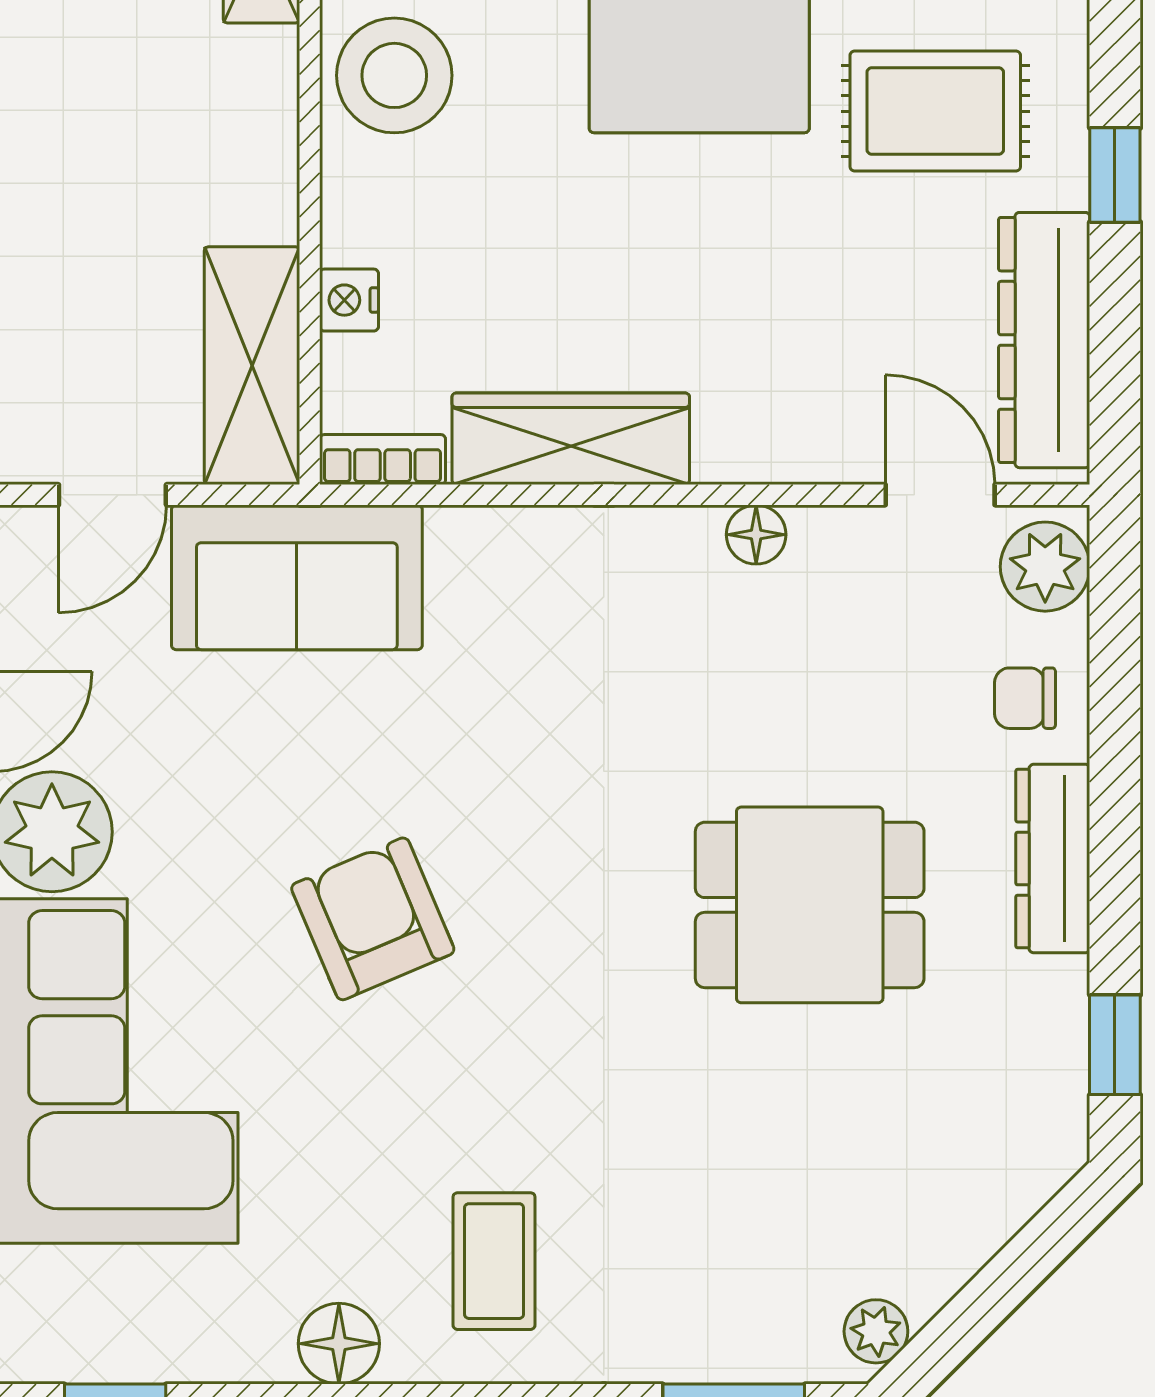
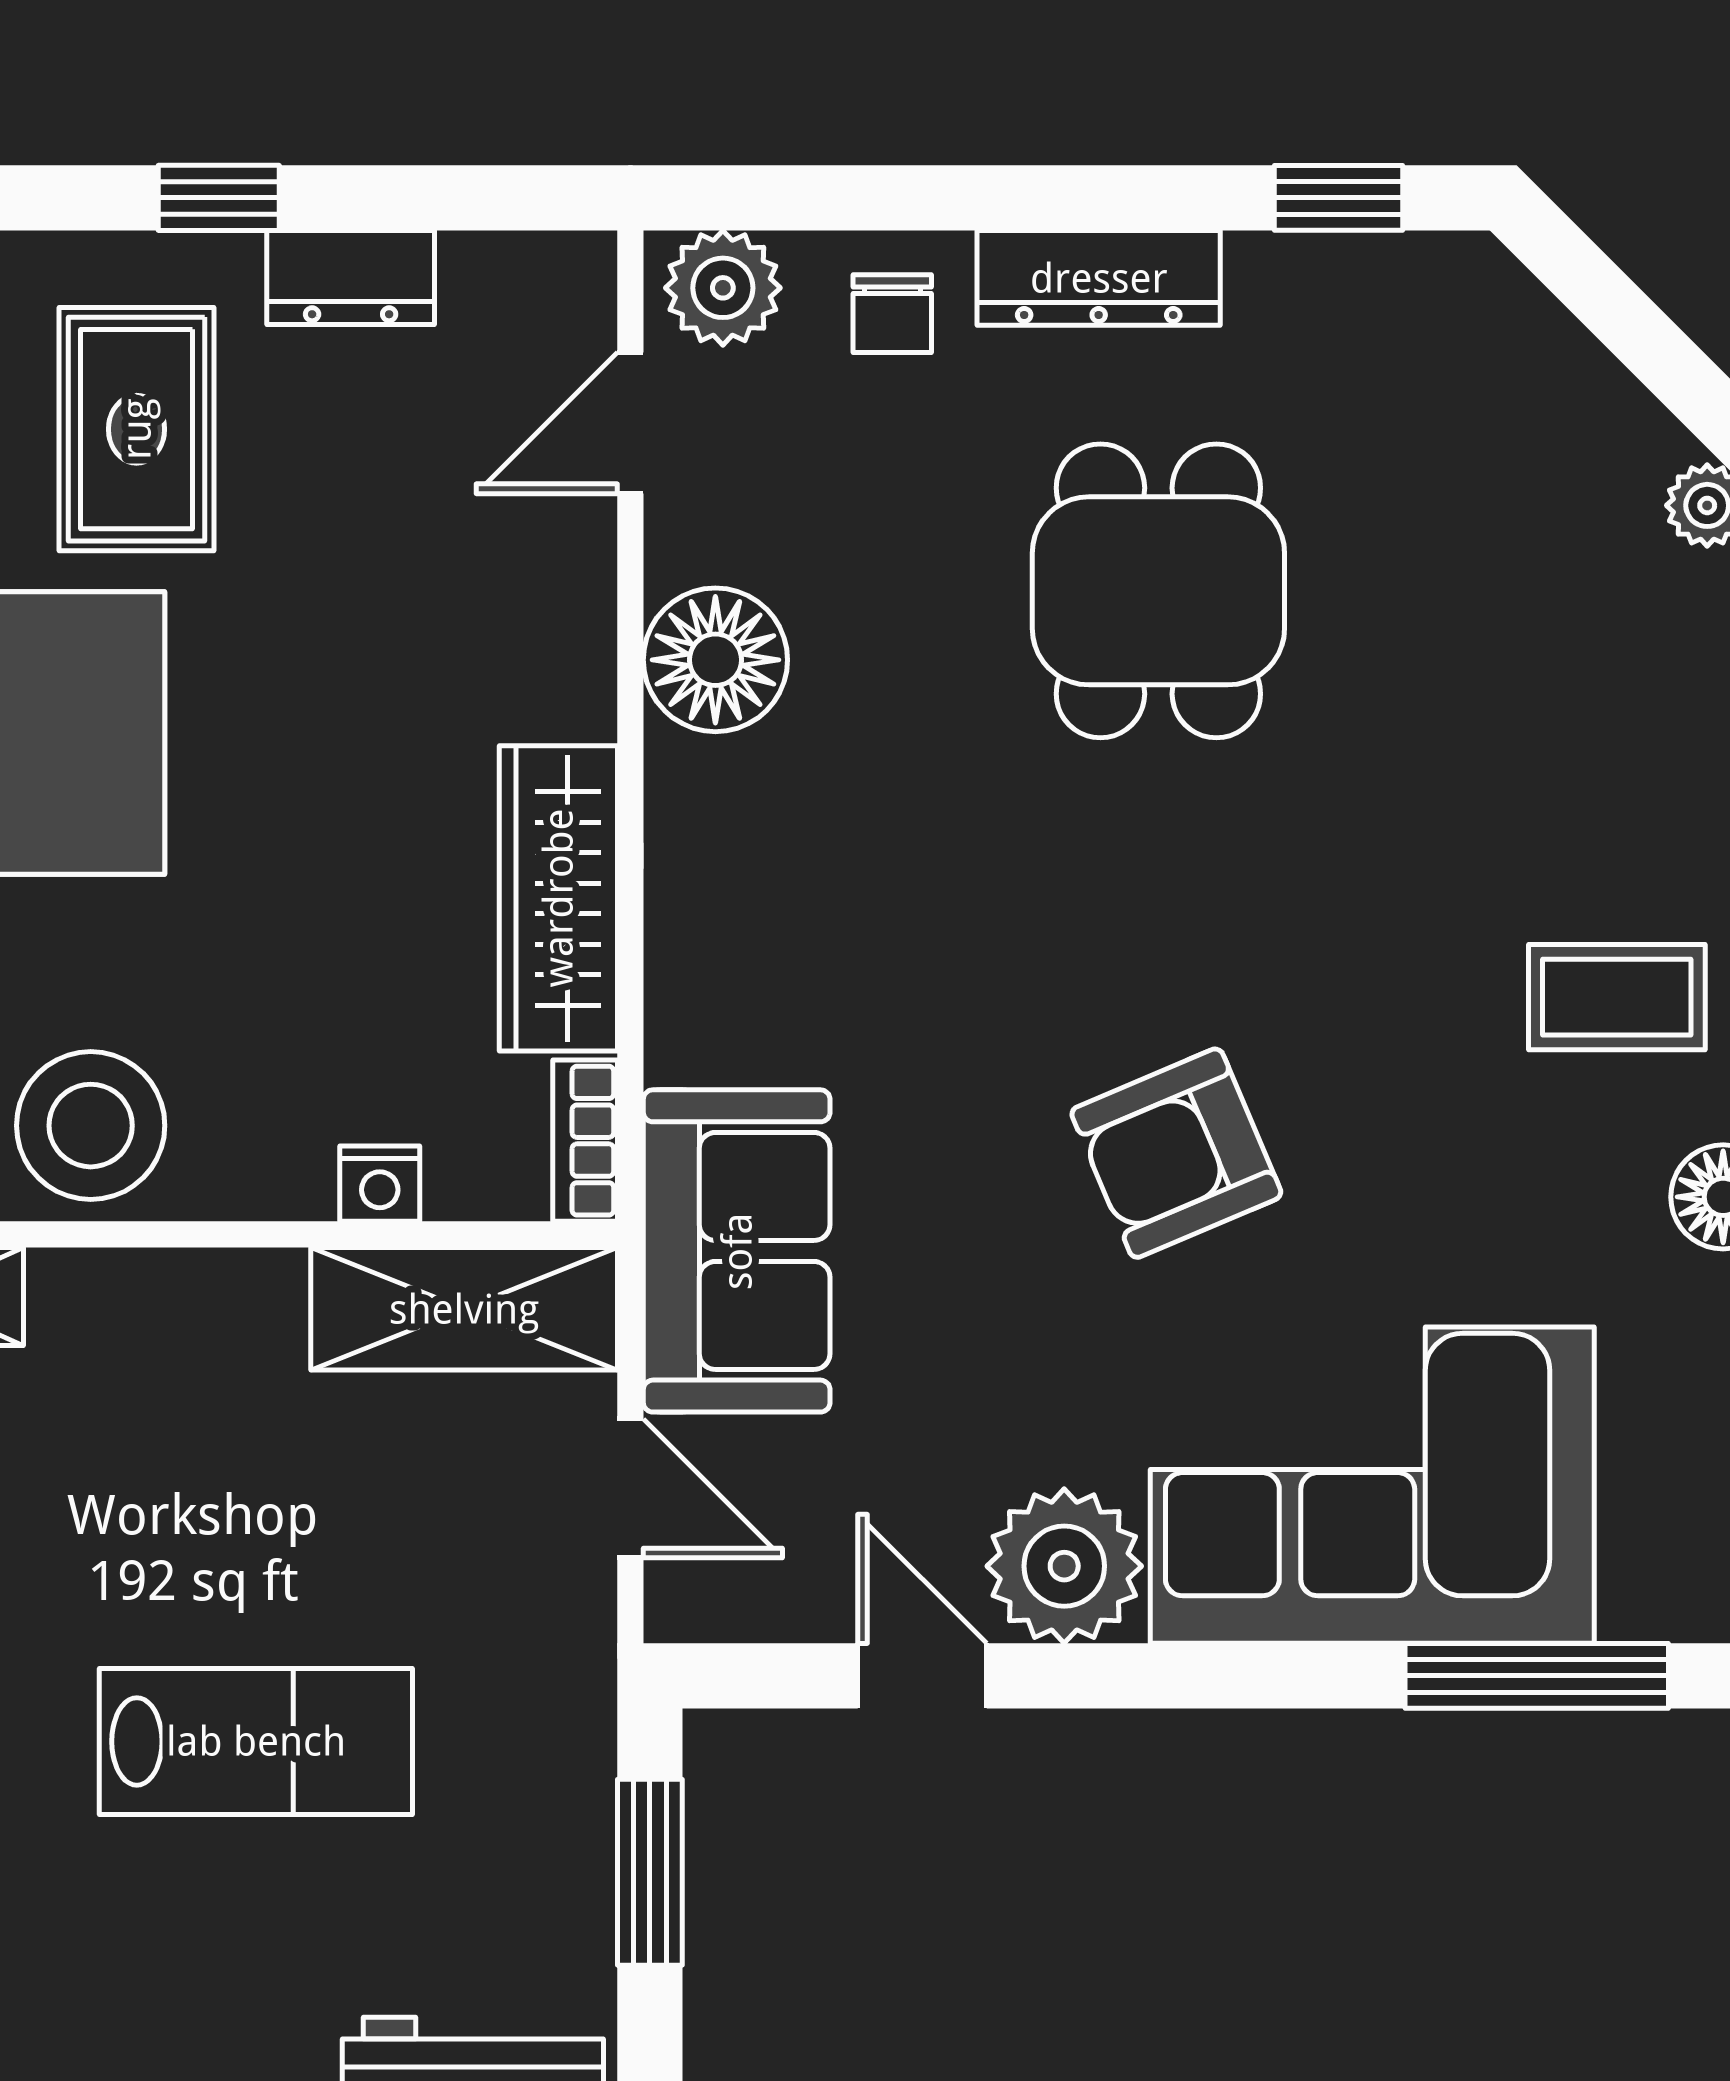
dresser: (1044, 340) -> (351, 277), width x0.51, depth x0.80
floor lamp: (756, 535) -> (715, 660), width x1.89, depth x1.89

